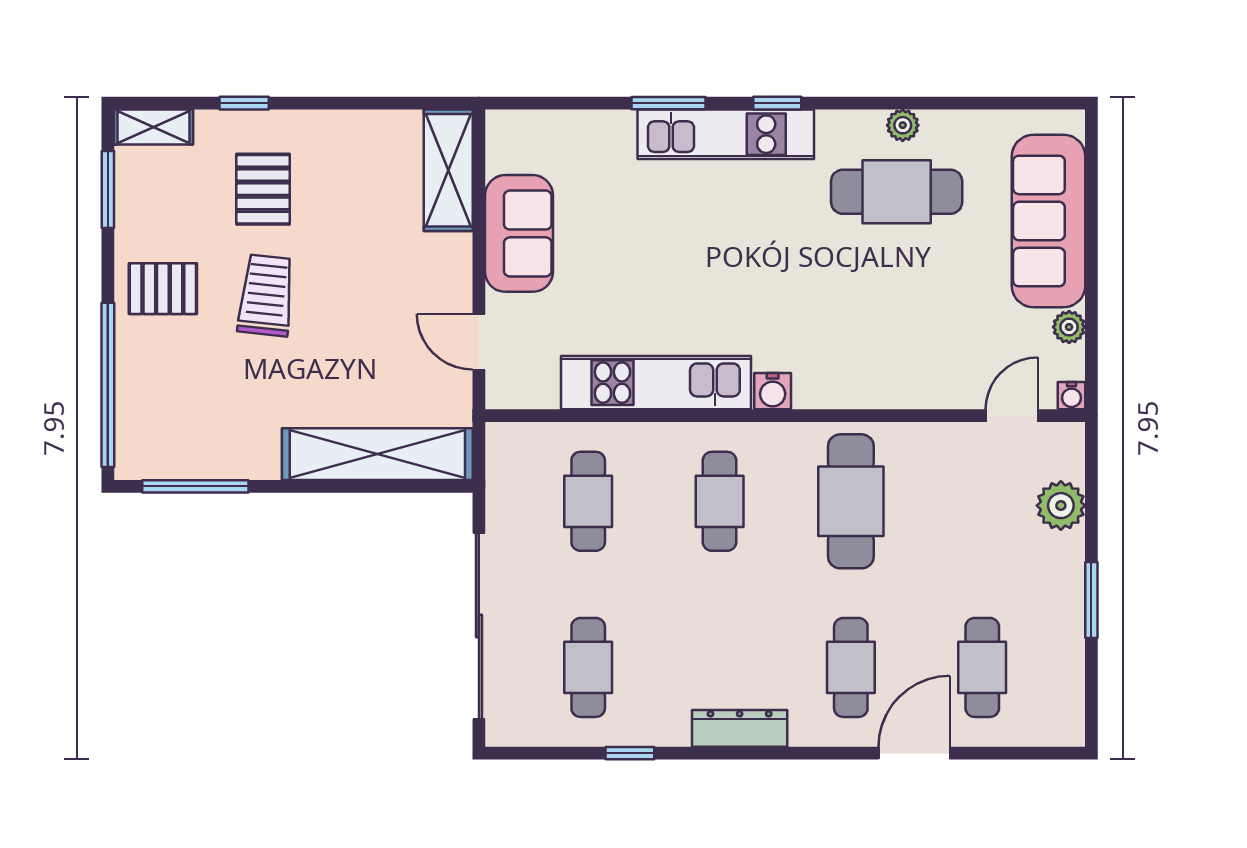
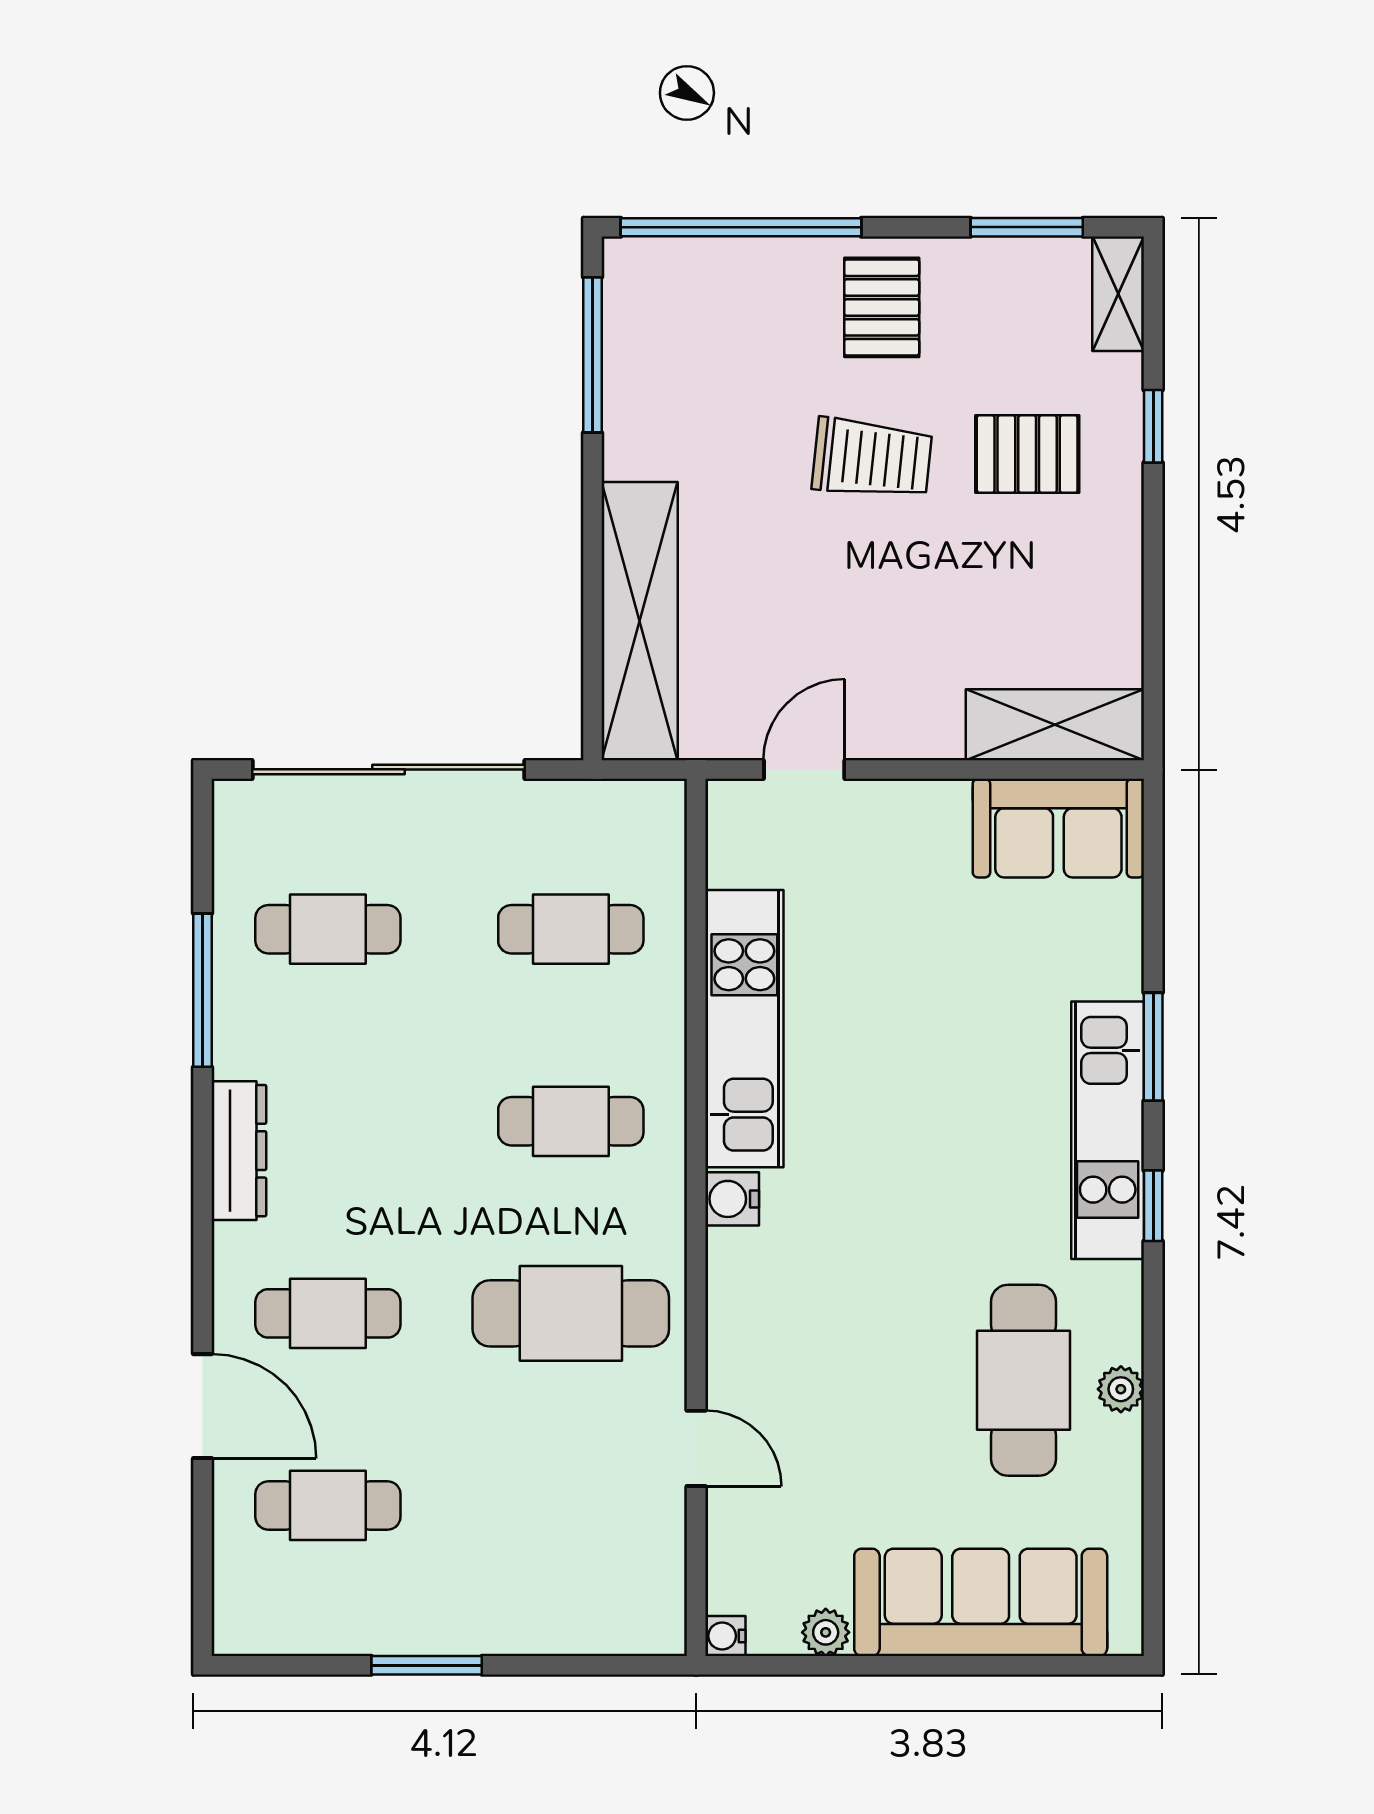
sofa: (519, 233) -> (1058, 828), moved
door: (1012, 416) -> (696, 1448), moved
plant: (1061, 506) -> (565, 1620), removed
window: (630, 753) -> (203, 990), width x2.17

